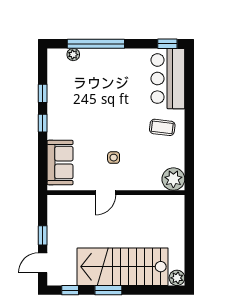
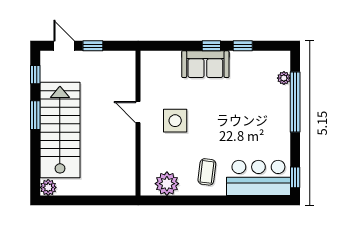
side table: (114, 158) -> (175, 121), width x1.87, depth x1.87
sofa: (60, 163) -> (205, 64), moved
plant: (173, 179) -> (167, 184), moved

